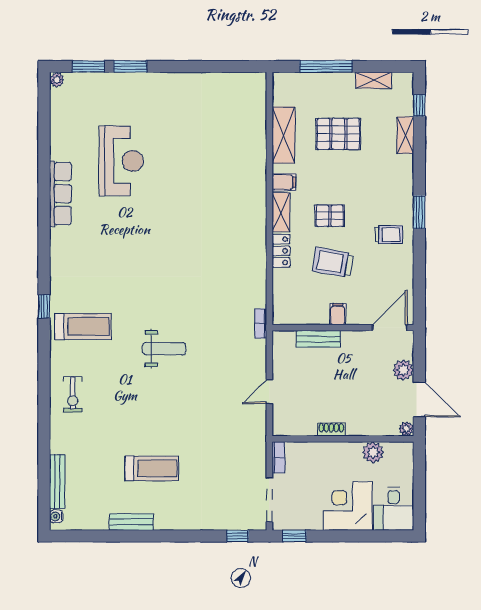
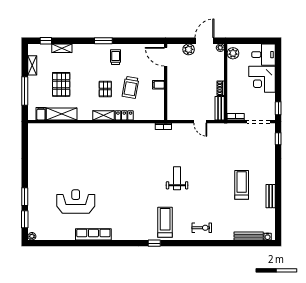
filing cabinet: (284, 182) -> (41, 114), moved
bench: (318, 339) -> (220, 108), moved
plant: (373, 452) -> (233, 53), moved

